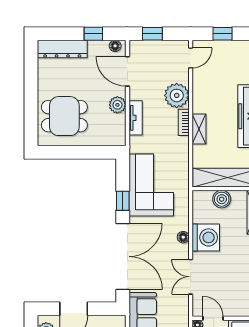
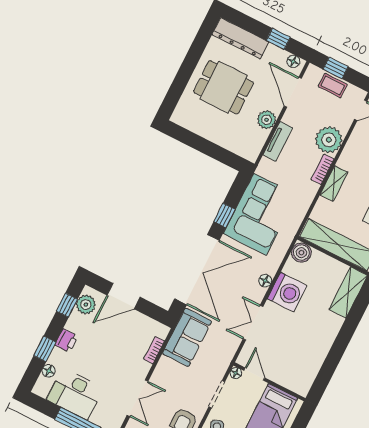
coffee table: (157, 49) -> (333, 85), added
dining table: (64, 116) -> (224, 87), moved
boiler: (222, 199) -> (301, 253), moved

